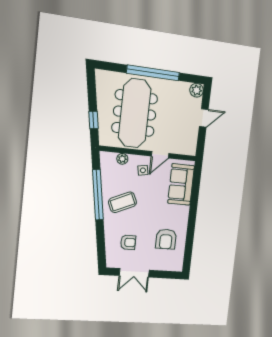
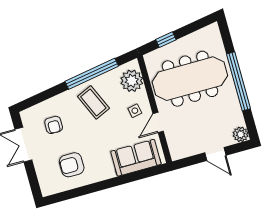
door: (160, 155) -> (158, 122), hinge flipped
plant: (122, 159) -> (132, 81), width x1.87, depth x1.87

